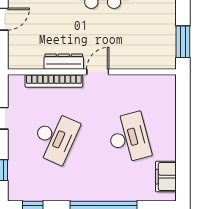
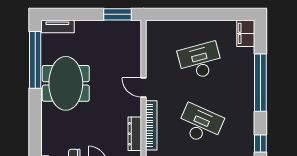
dresser: (64, 62) -> (135, 134), moved
filing cabinet: (166, 177) -> (246, 33), moved, turned 90

